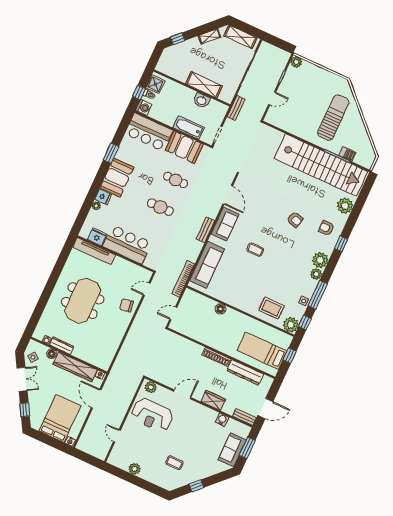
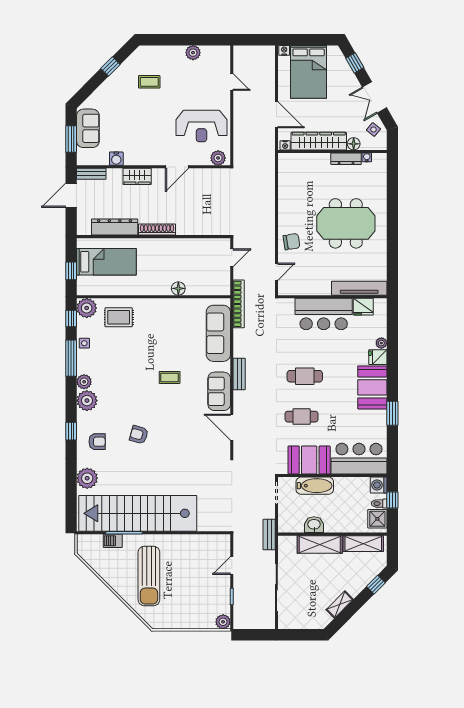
shelving: (240, 37) -> (363, 544), moved
meeting table: (83, 301) -> (346, 223), turned 90
reception desk: (152, 415) -> (201, 126), turned 180

